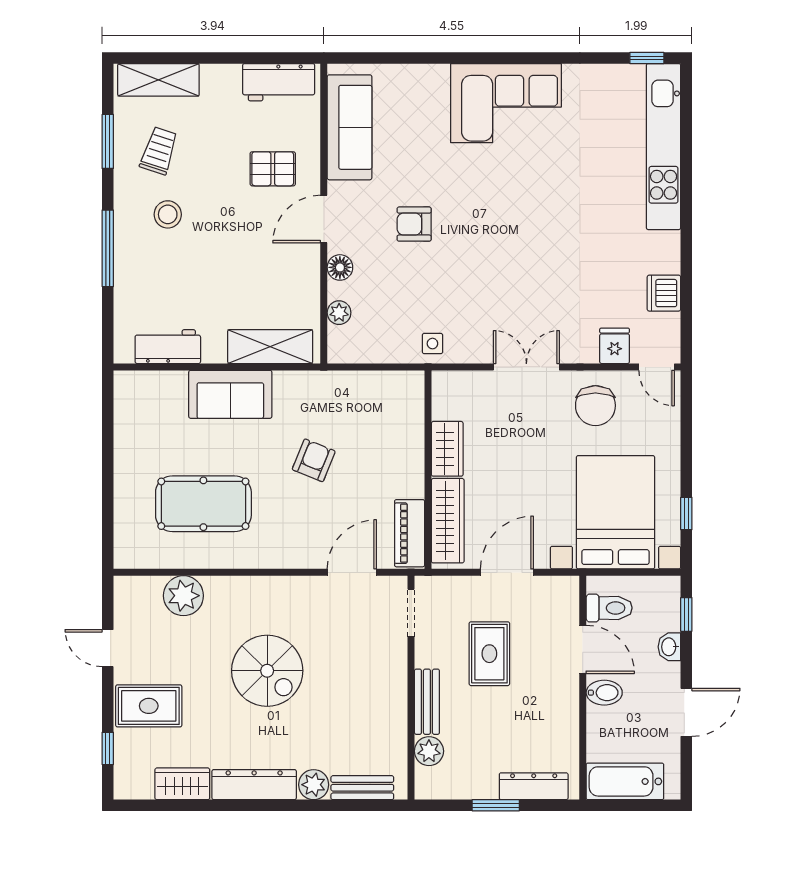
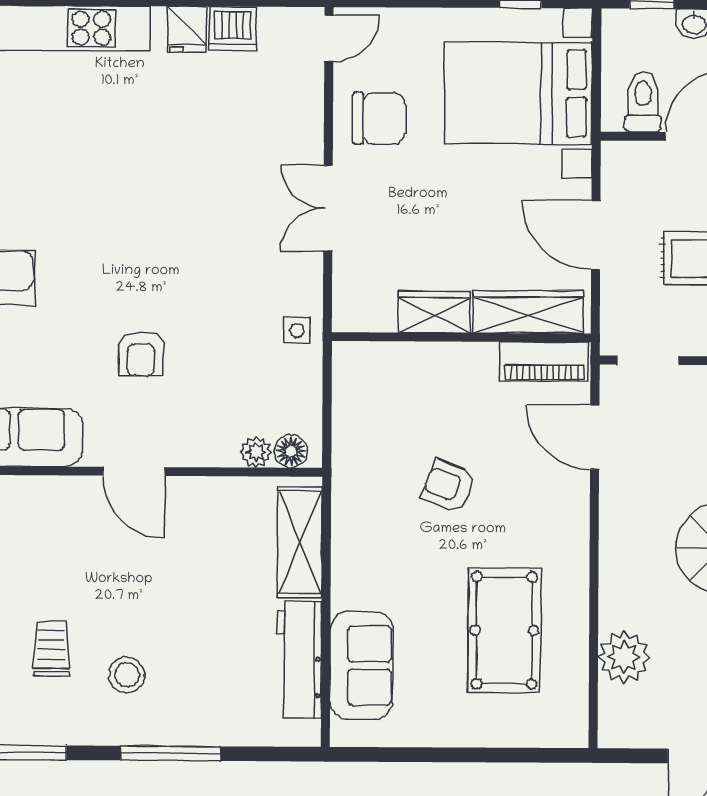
trolley: (159, 151) -> (51, 649), moved, turned 72
pallet: (273, 169) -> (68, 538), removed
floor lamp: (340, 267) -> (291, 451), moved
fridge: (615, 346) -> (187, 29), moved, turned -90
workbench: (168, 347) -> (299, 660), width x1.38
sofa: (230, 394) -> (361, 665), moved

